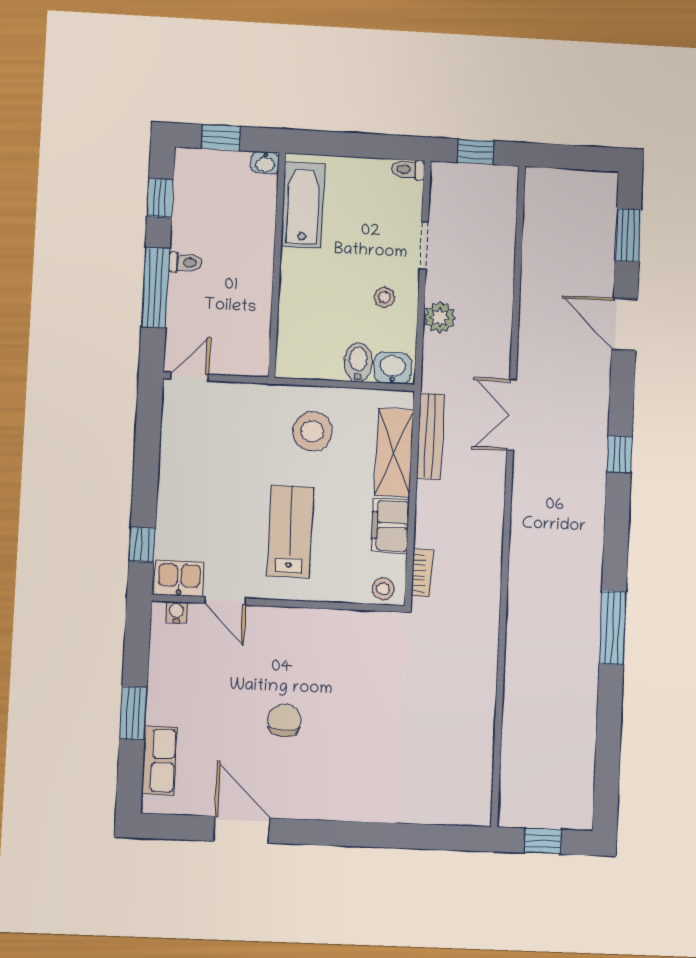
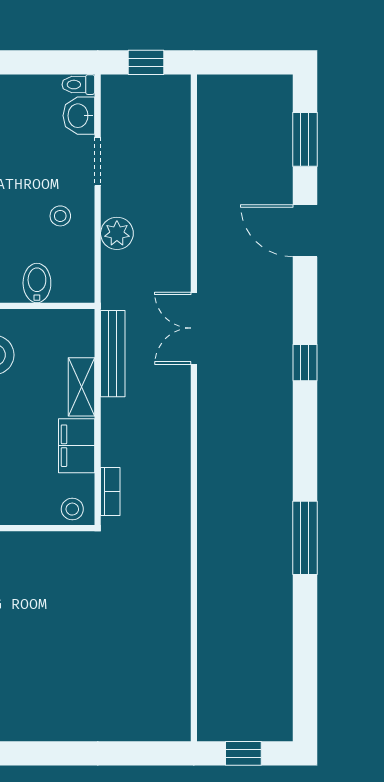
washbasin: (393, 368) -> (79, 116), moved, turned -90
shelving: (394, 453) -> (82, 387), width x0.67, depth x0.75

